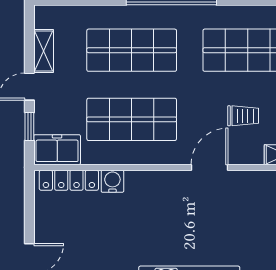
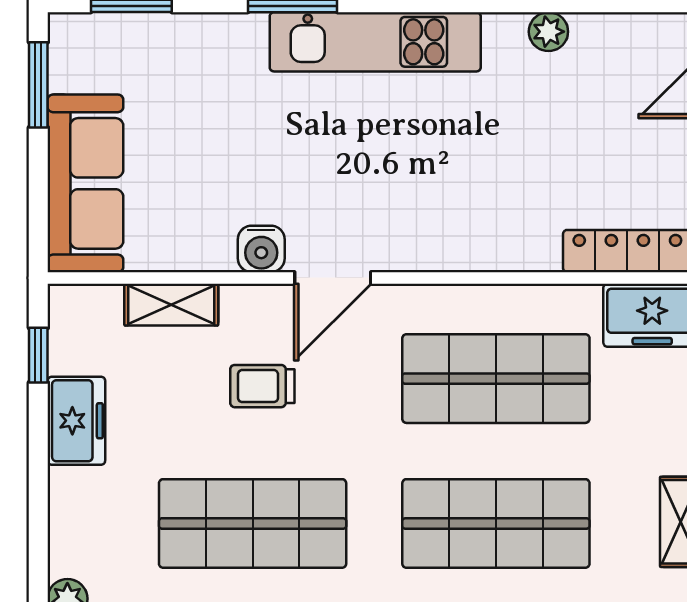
water cooler: (112, 181) -> (261, 249), moved

